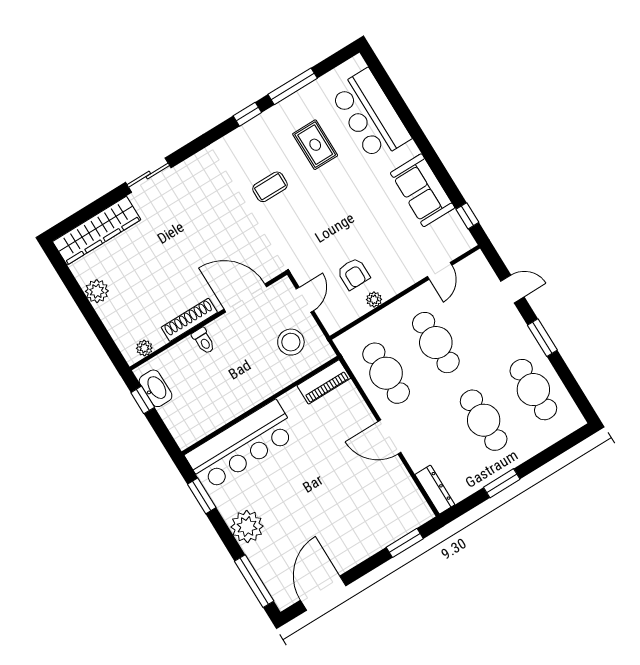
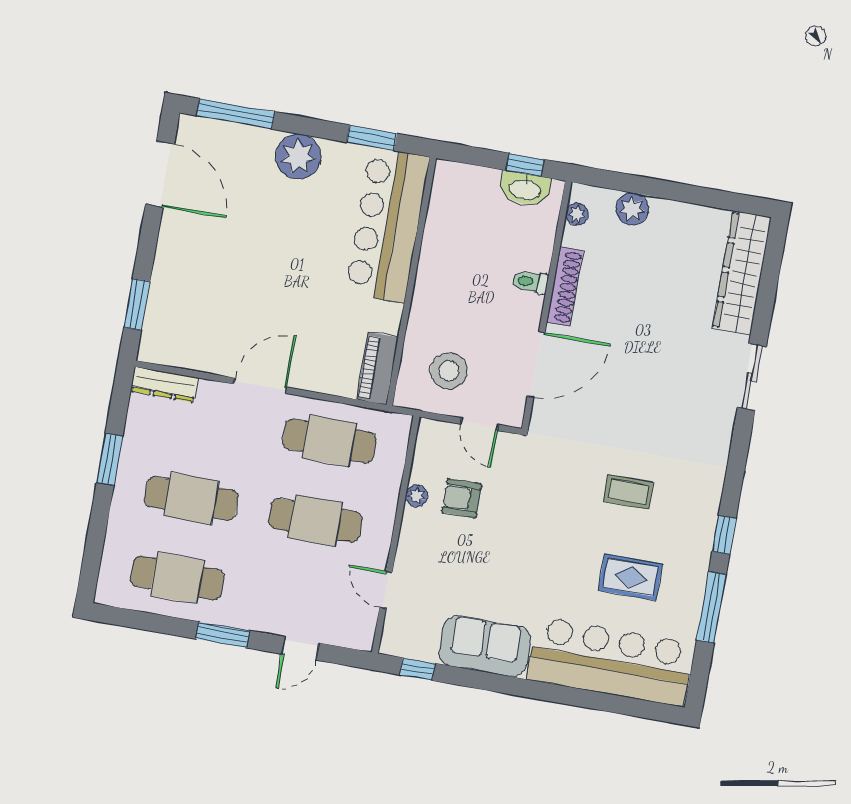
bar counter: (370, 115) -> (610, 661), width x1.36
coffee table: (270, 187) -> (628, 492), turned 90
plant: (97, 291) -> (632, 209), moved

